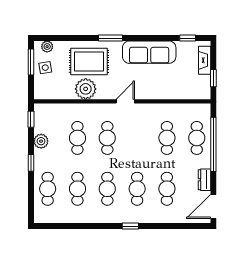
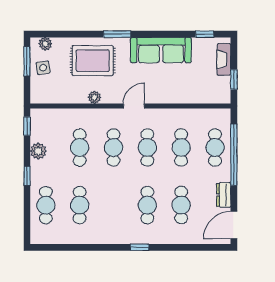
plant: (86, 89) -> (94, 97), width x0.53, depth x0.53
cafe table: (107, 189) -> (147, 147), moved

